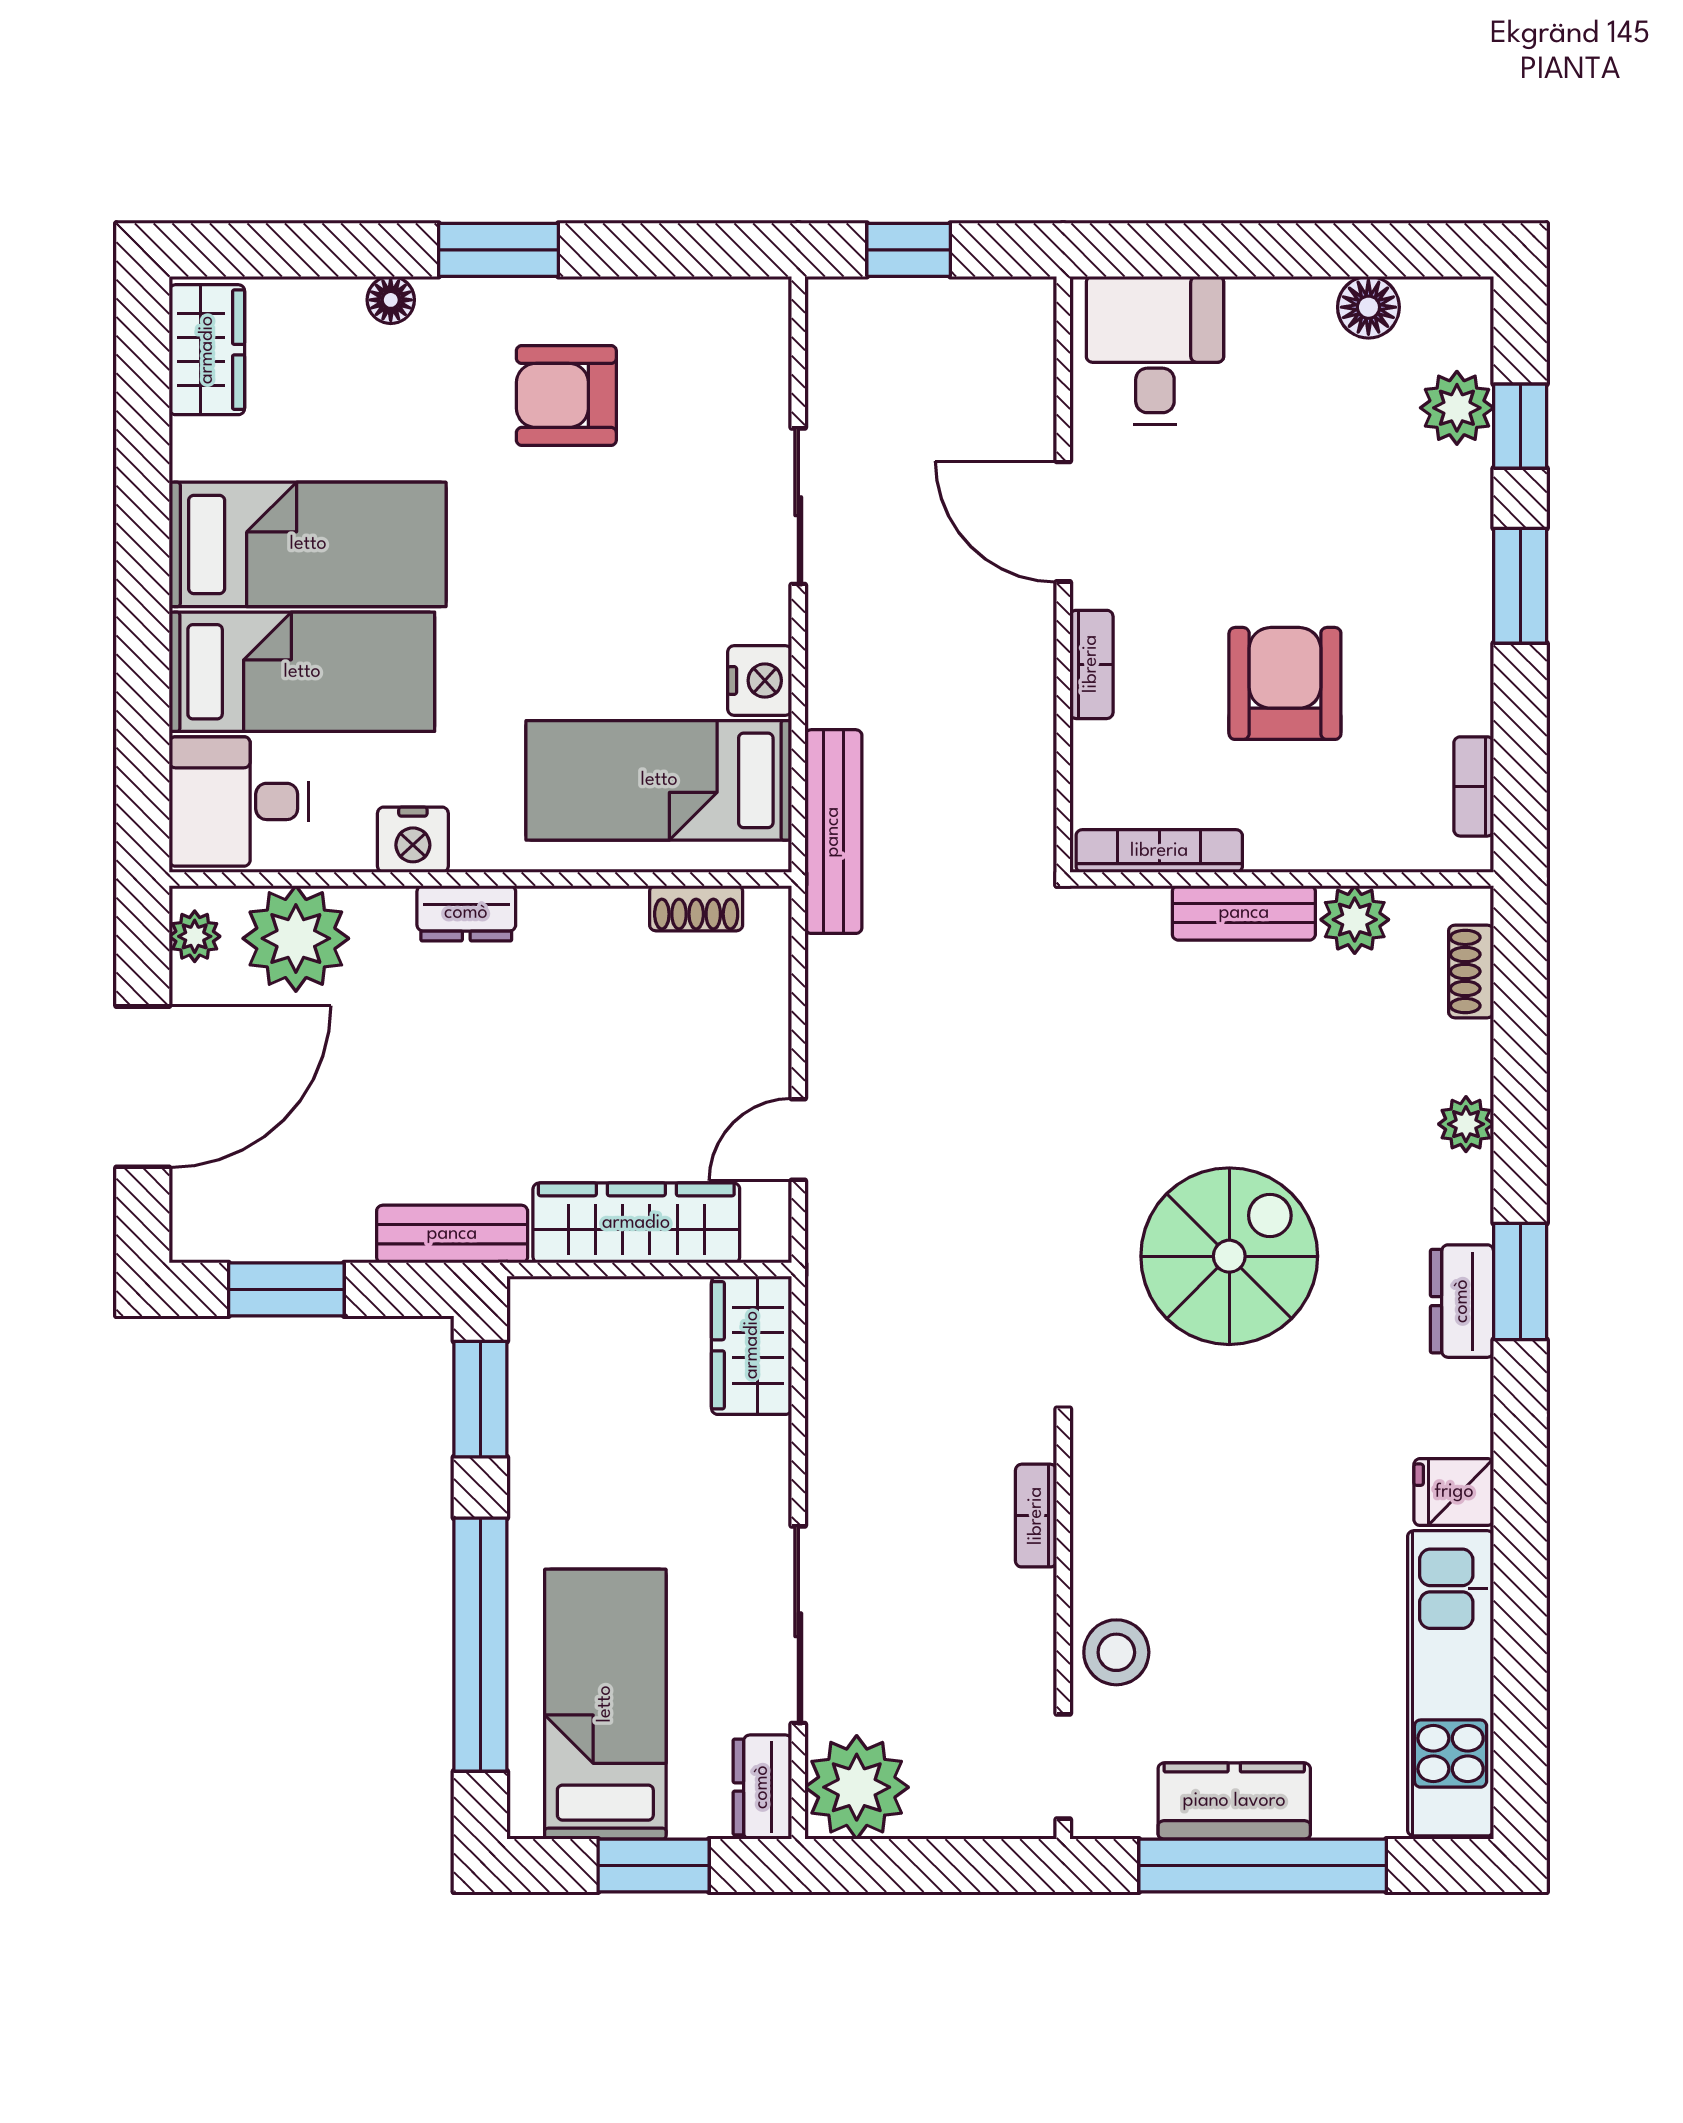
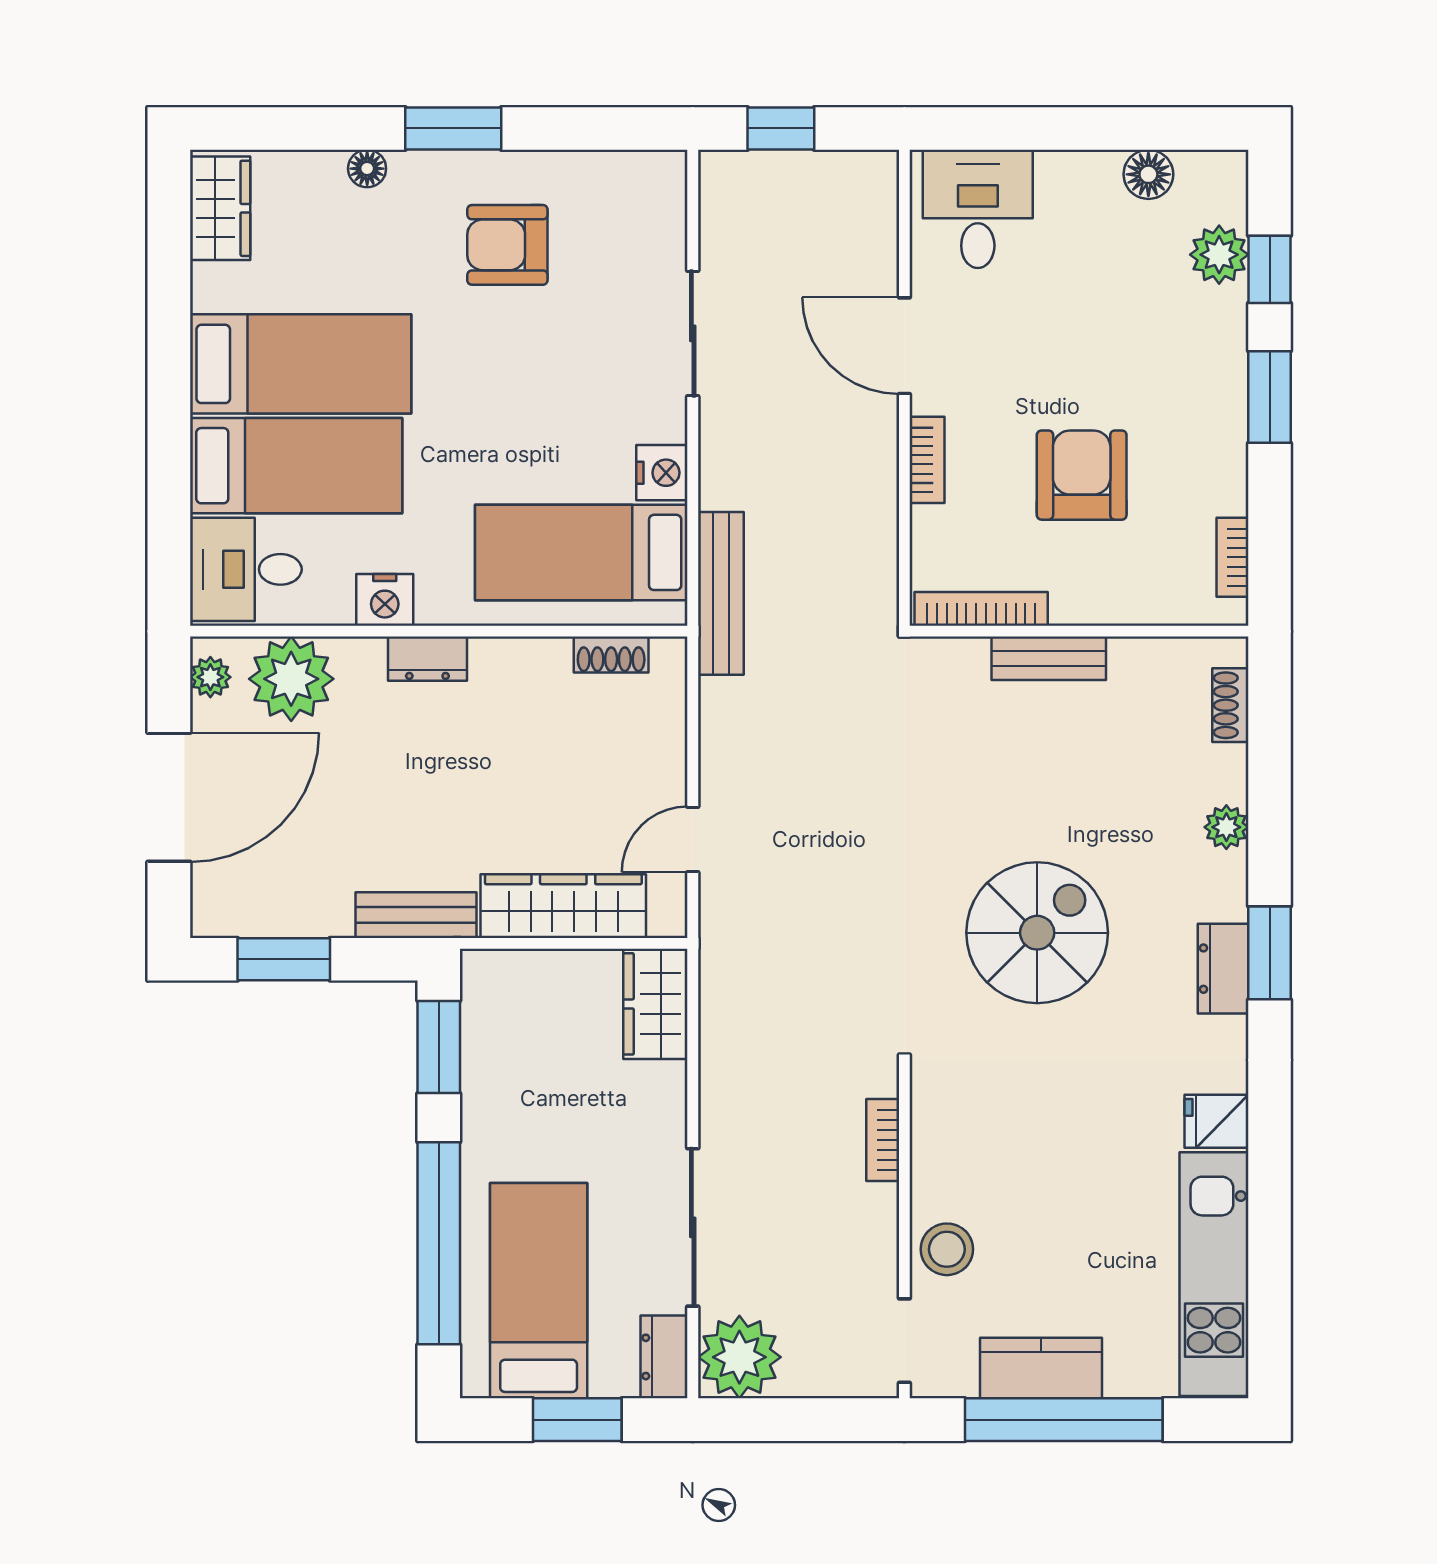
plant: (1355, 920) -> (1137, 664), removed

